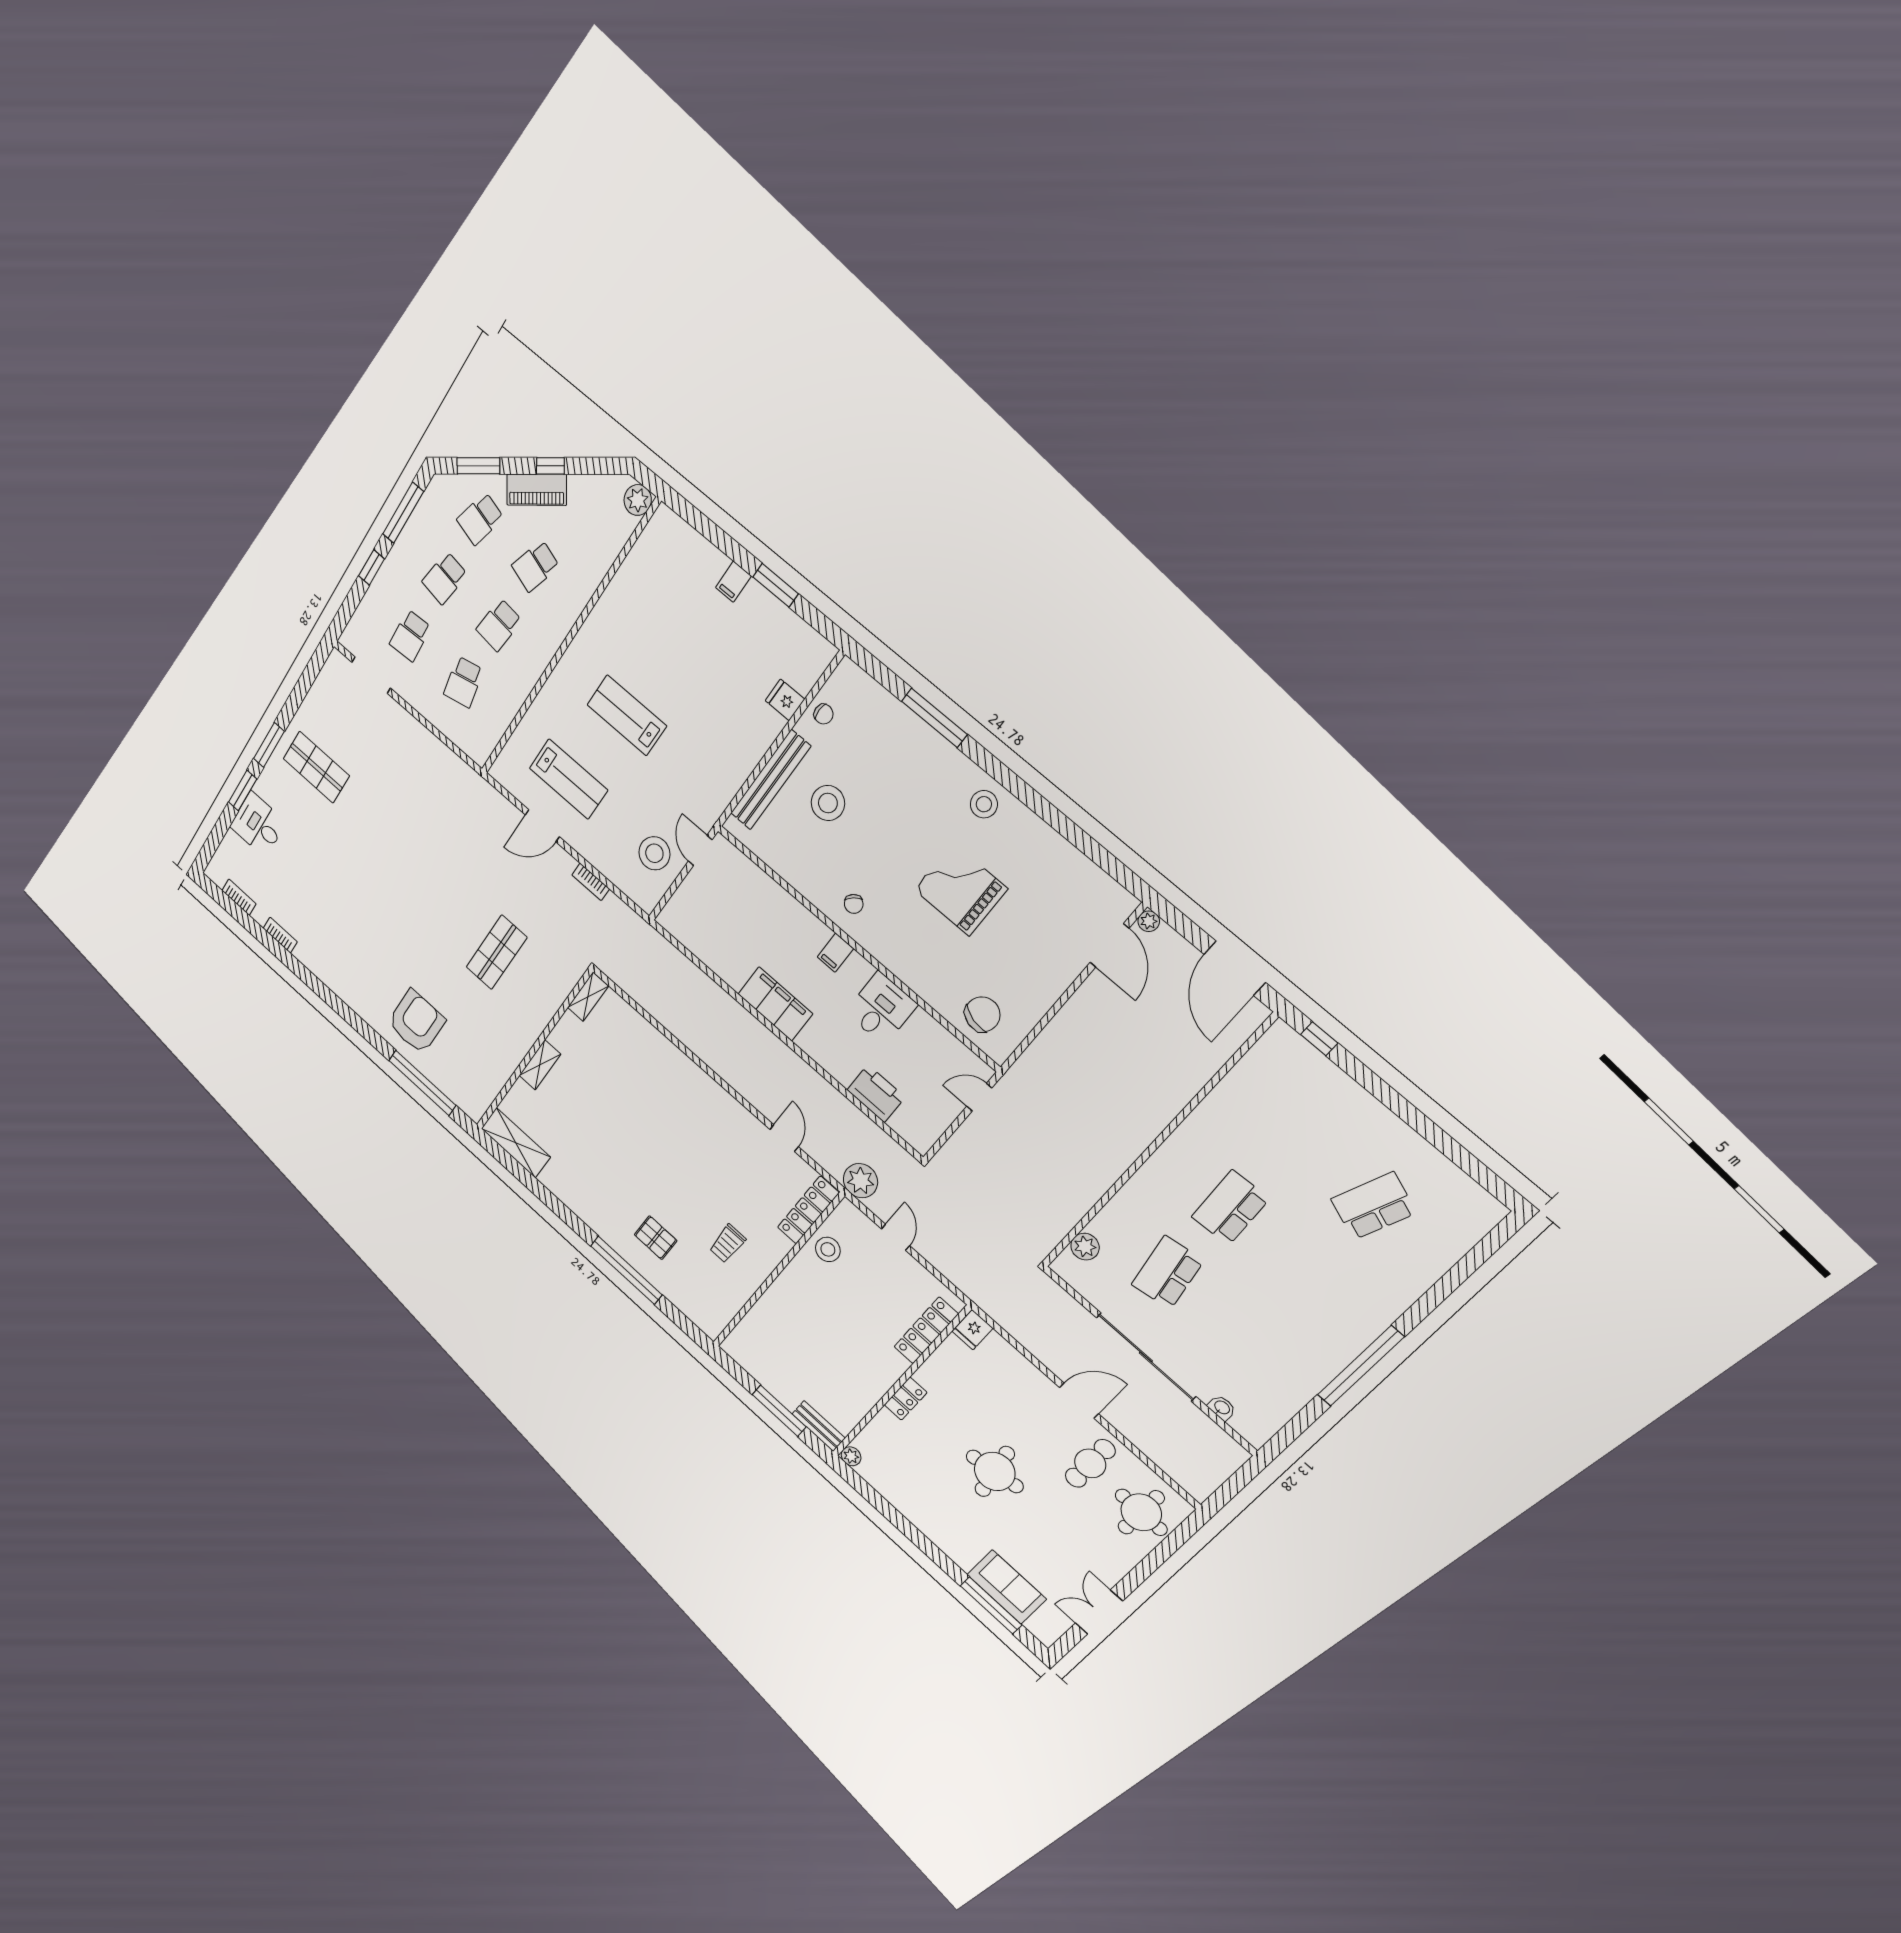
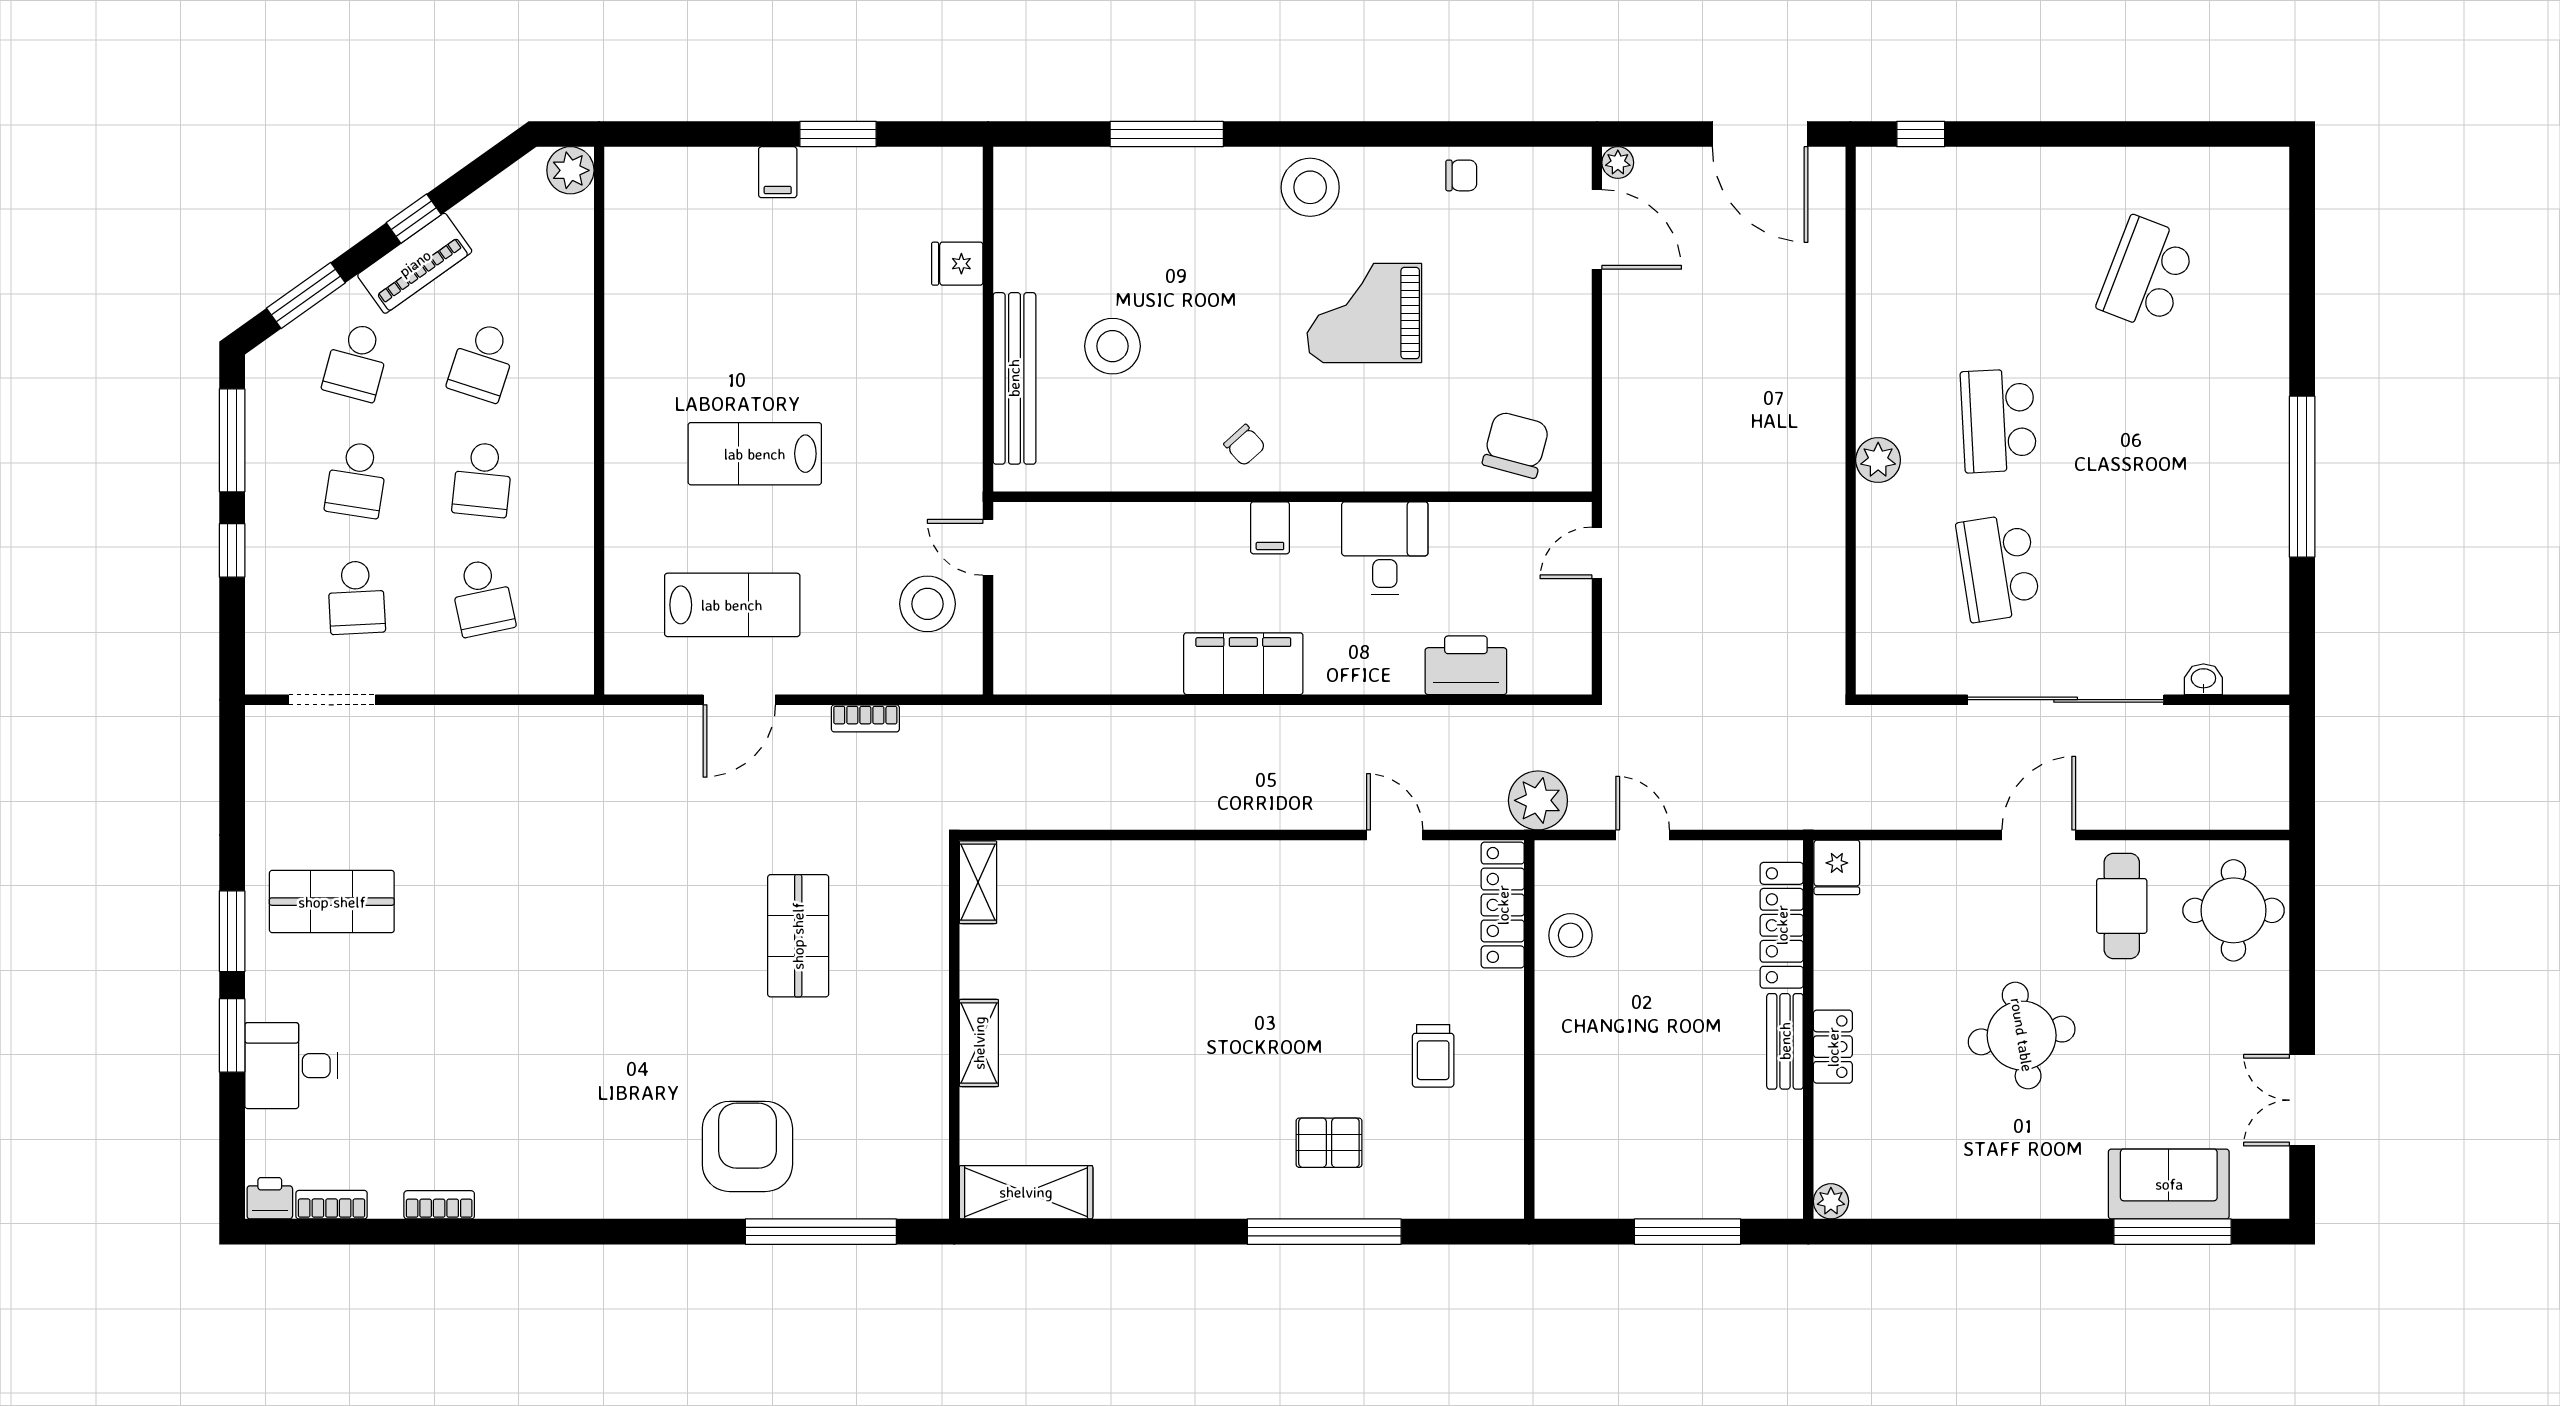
chair: (824, 714) -> (1461, 175), moved
stool: (984, 804) -> (1310, 187), width x1.38, depth x1.38
printer: (217, 873) -> (270, 1198), added
plant: (1085, 1247) -> (1878, 460), moved
bench: (819, 1426) -> (1785, 1041), moved, turned 90

